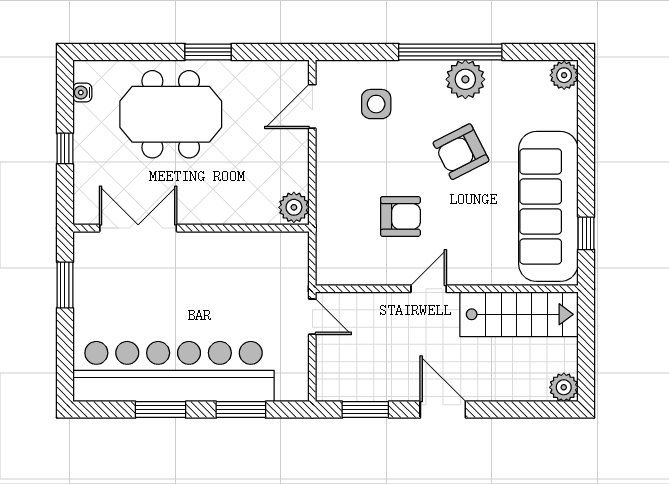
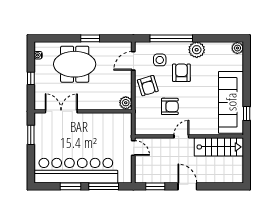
window: (450, 52) -> (171, 38), moved
armchair: (461, 152) -> (181, 73), moved, turned 117
armchair: (347, 166) -> (148, 86), added
plant: (564, 387) -> (237, 177), removed
window: (241, 410) -> (104, 186), width x1.44

